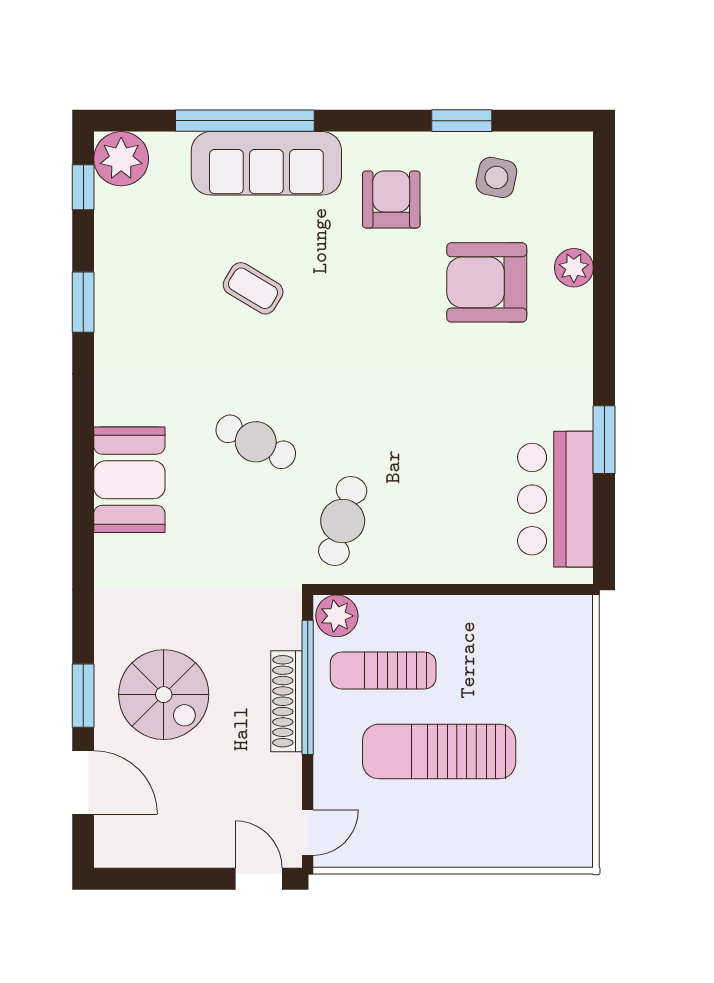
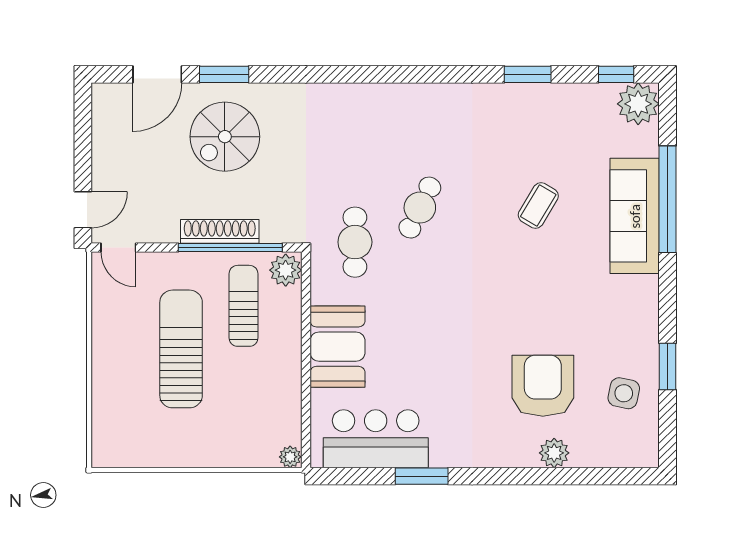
armchair: (391, 199) -> (607, 312), removed
booth: (129, 480) -> (337, 347), moved, turned 90
cafe table: (343, 521) -> (355, 242), moved, turned 74
plant: (579, 610) -> (290, 457), added

